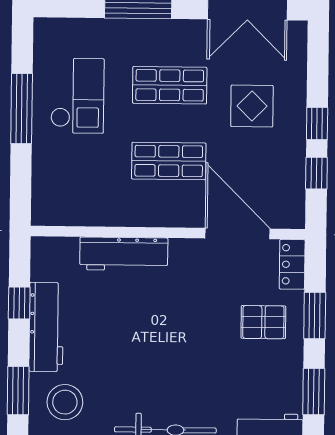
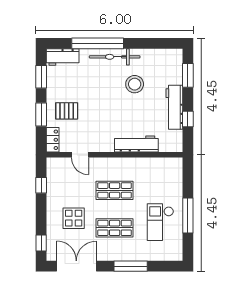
window: (317, 123) -> (41, 243), moved
door: (238, 234) -> (80, 155), width x0.53
stool: (65, 402) -> (135, 84), moved

